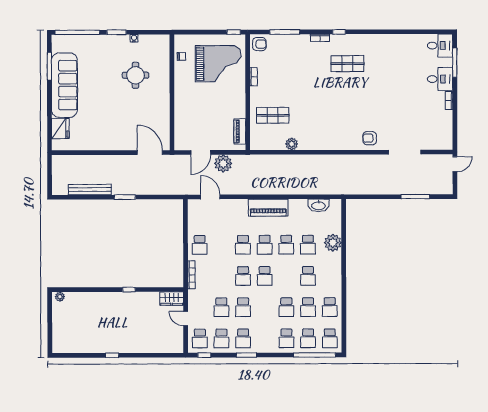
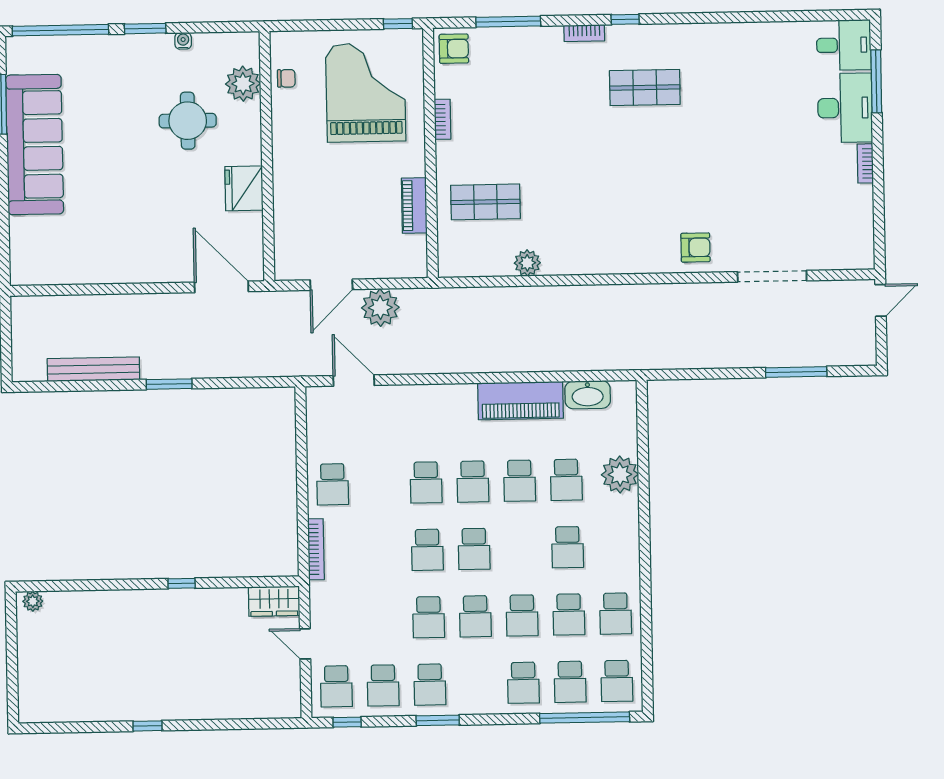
plant: (161, 59) -> (243, 84), added
grand piano: (218, 64) -> (366, 93), turned -90
desk: (440, 79) -> (845, 108), width x1.37
fridge: (60, 129) -> (244, 188), moved, turned 180
piano: (240, 131) -> (414, 205), moved
armchair: (370, 138) -> (695, 247), turned 180
piano: (268, 208) -> (521, 401), moved
school desk: (221, 307) -> (475, 616), moved

